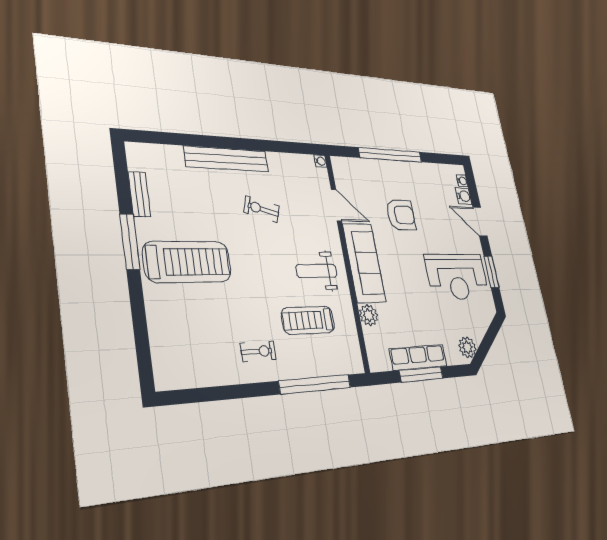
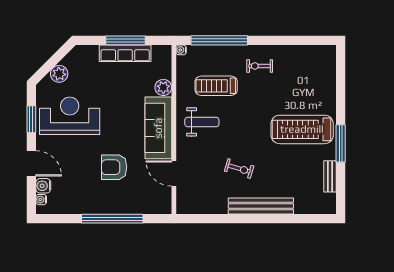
water cooler: (320, 161) -> (181, 50), moved
treadmill: (308, 320) -> (216, 86), turned 180
plant: (467, 347) -> (59, 74), moved

